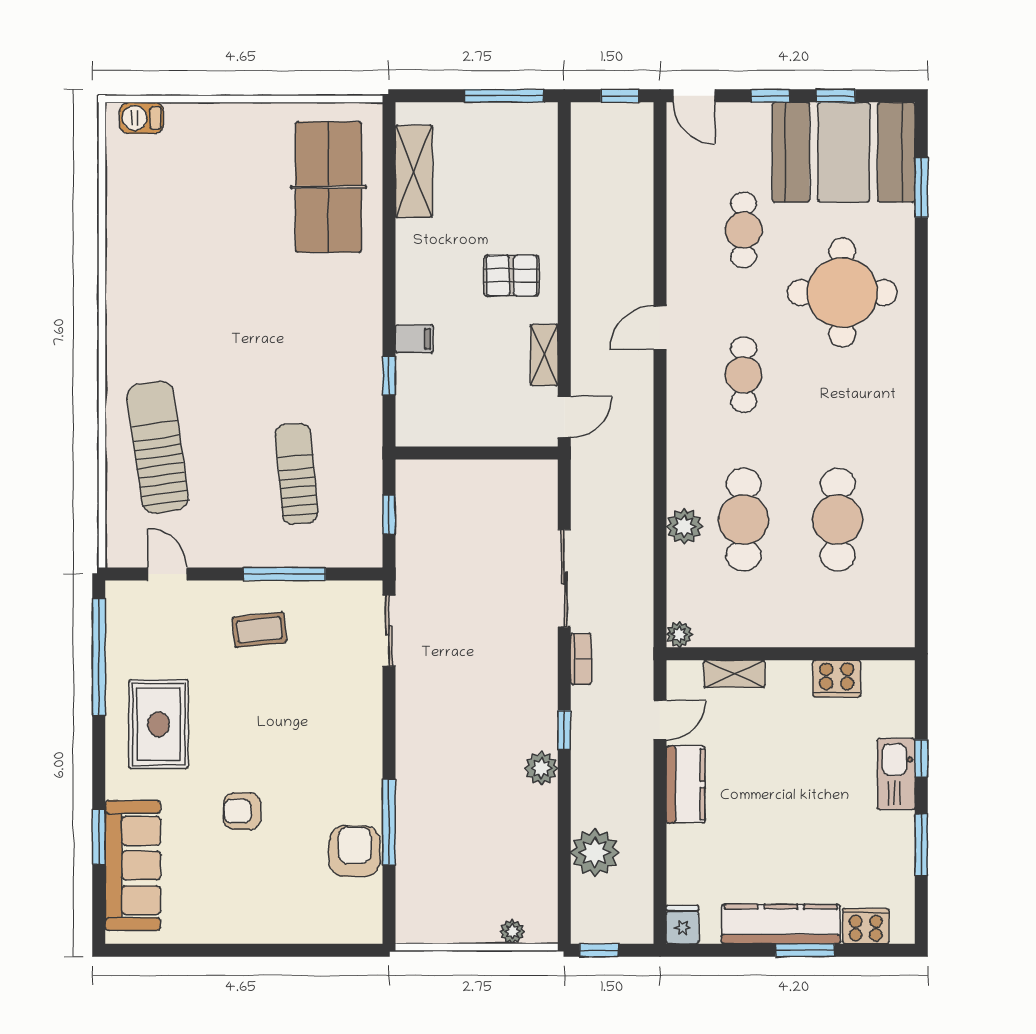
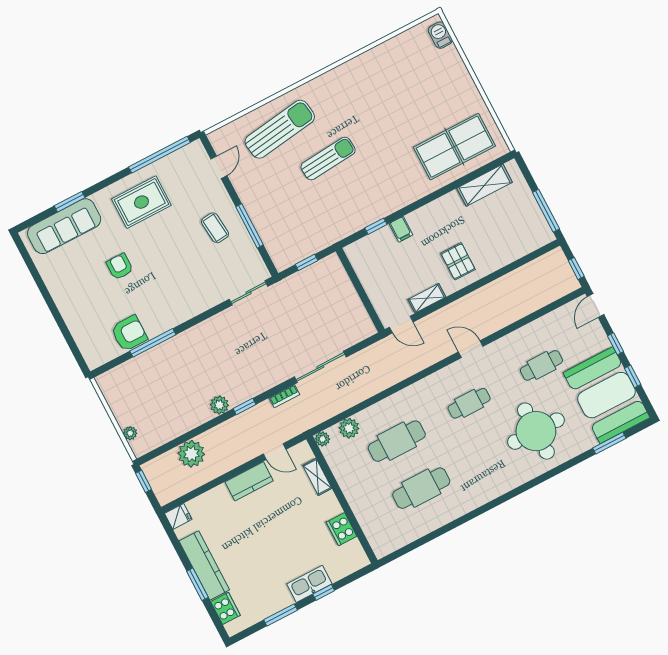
sun lounger: (296, 474) -> (328, 159), moved
plant: (684, 526) -> (349, 428), moved

